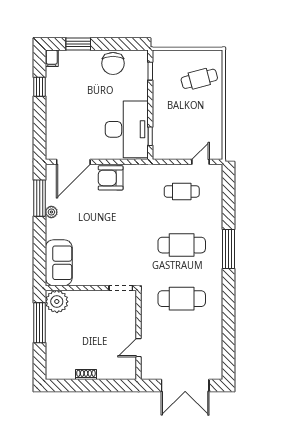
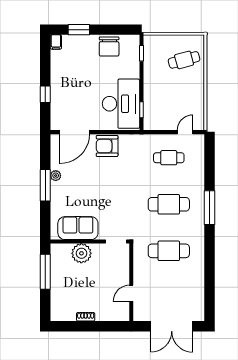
window: (40, 87) -> (45, 94), moved
window: (40, 198) -> (45, 185), moved
sofa: (59, 263) -> (78, 228), moved, turned -90
plant: (57, 302) -> (81, 253), moved

